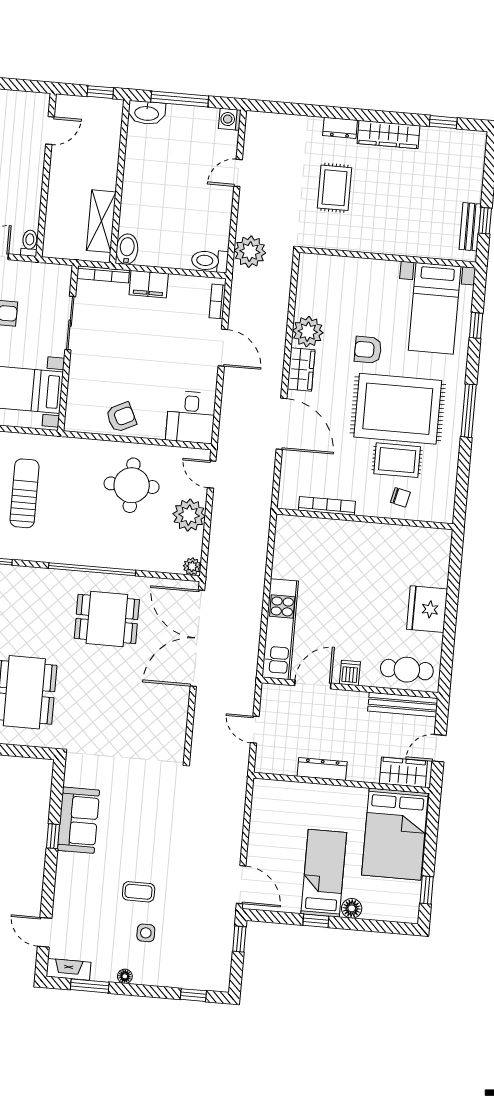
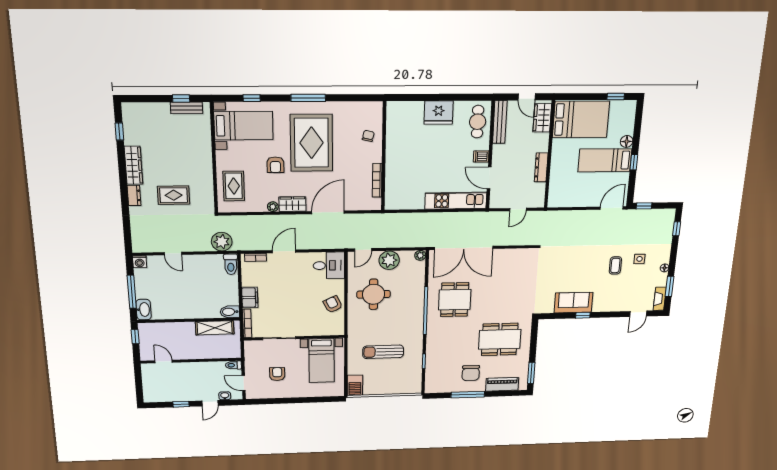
plant: (308, 332) -> (273, 207), width x0.53, depth x0.53
rug: (397, 460) -> (234, 186), moved

